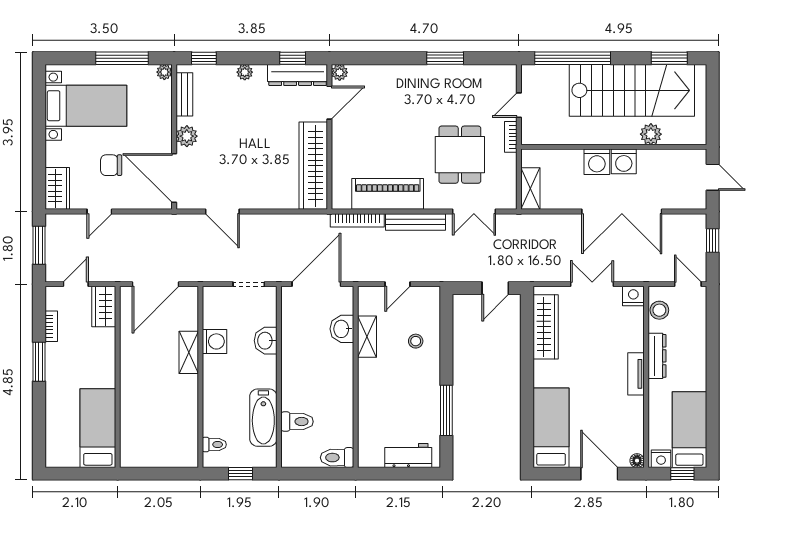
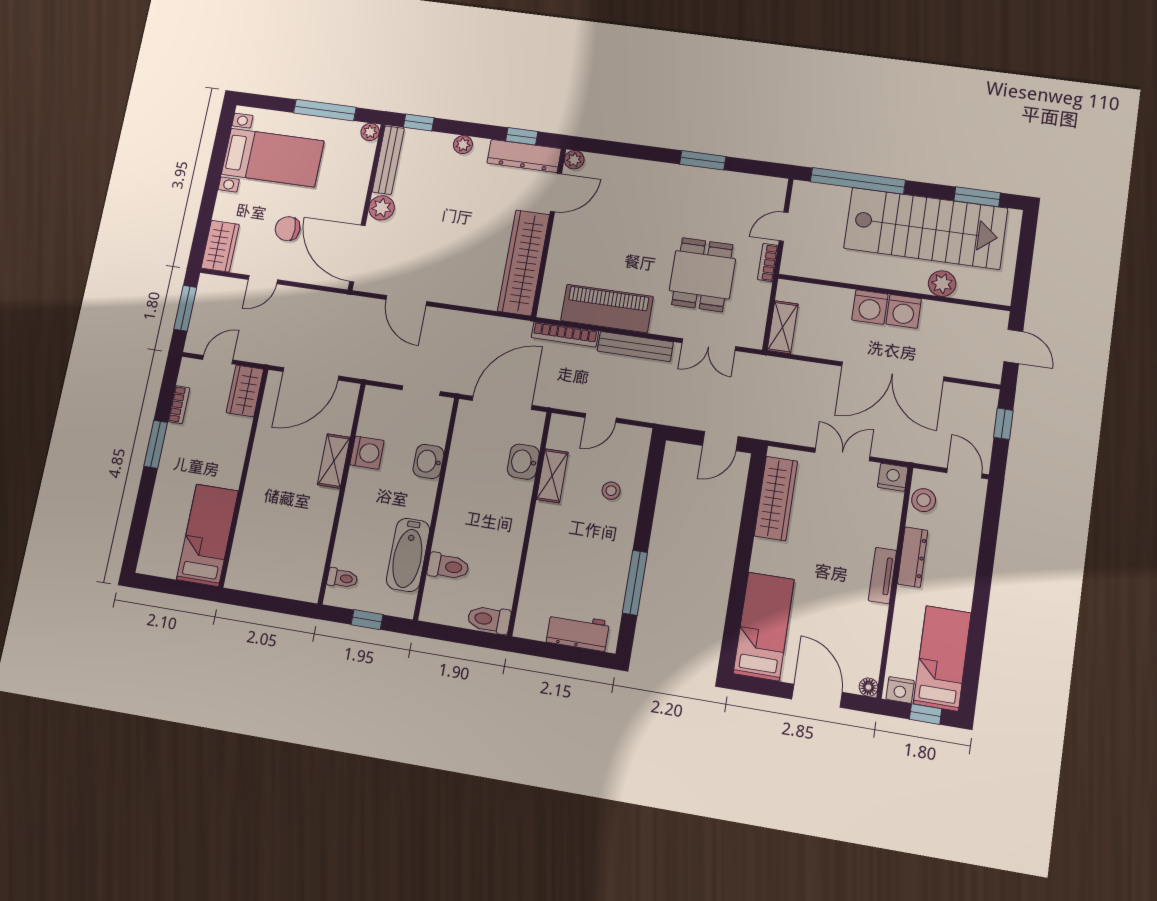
bench: (184, 94) -> (388, 160), width x1.36

